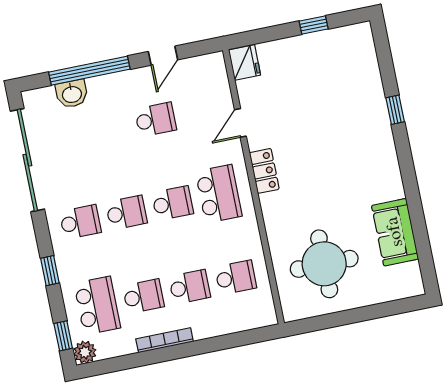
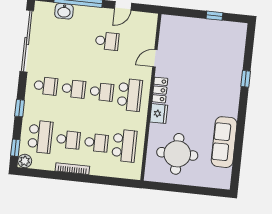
fridge: (245, 62) -> (159, 114), moved
sofa: (395, 232) -> (224, 142), width x1.36
school desk: (236, 277) -> (124, 146), width x1.85

